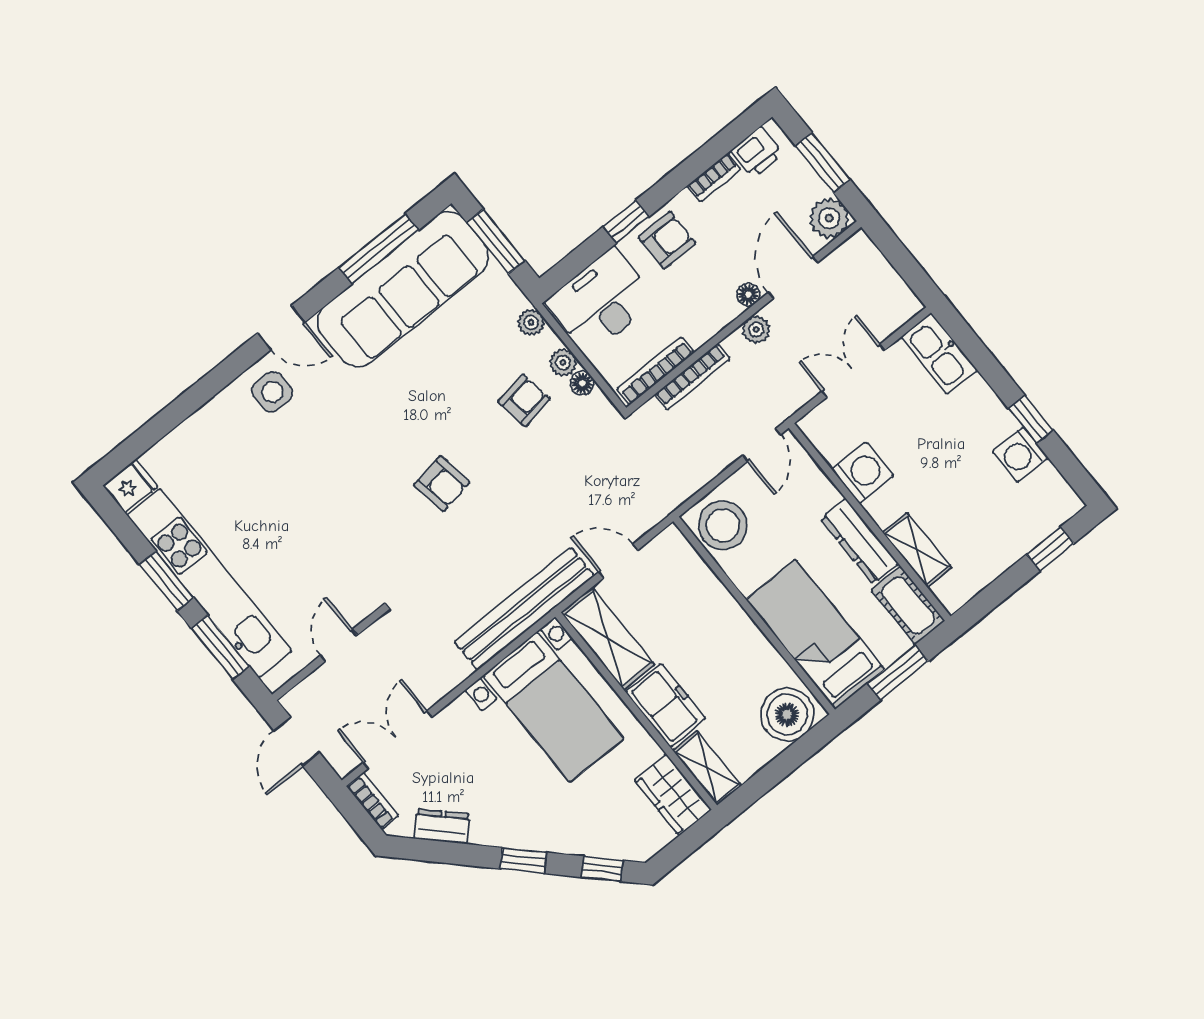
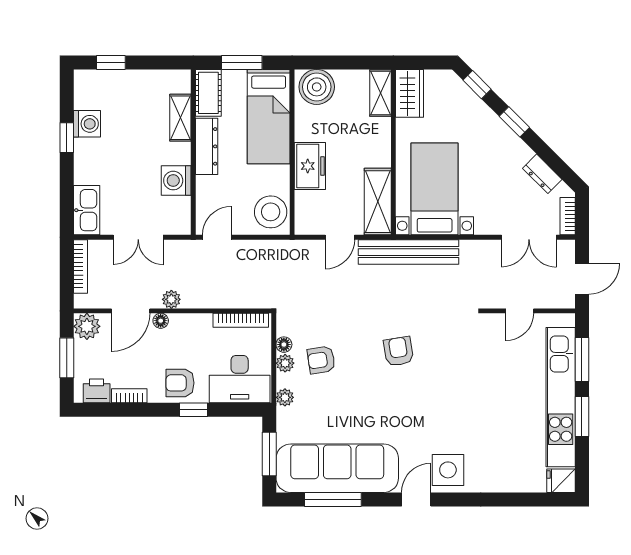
door: (281, 328) -> (416, 499), hinge flipped
bookcase: (692, 377) -> (81, 266), moved, turned 90
side table: (272, 392) -> (448, 470), width x1.37, depth x1.37
door: (618, 561) -> (340, 237), hinge flipped
freezer: (666, 705) -> (310, 166), moved, turned 180

